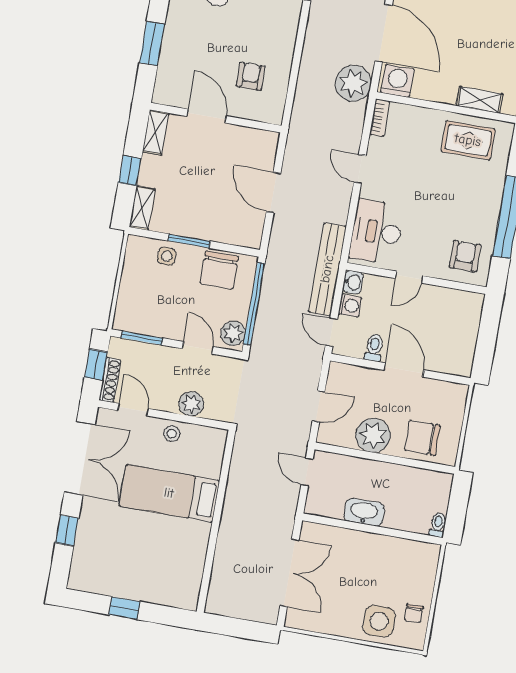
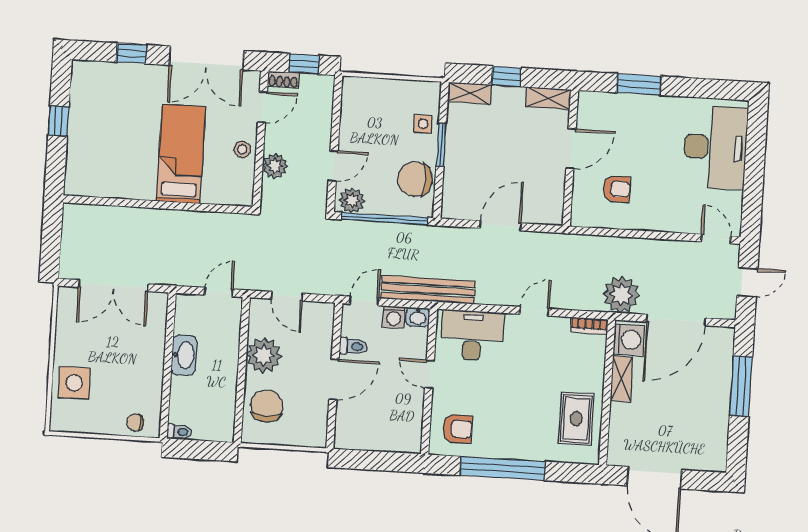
shelving: (480, 100) -> (622, 379), moved
window: (142, 338) -> (337, 108), removed
shoe rack: (110, 380) -> (283, 80), width x0.70
chair: (414, 613) -> (135, 422), moved

